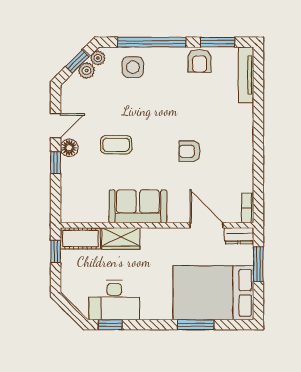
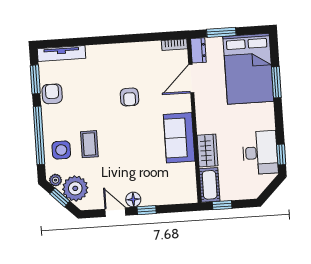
armchair: (199, 61) -> (52, 94), turned -90
plant: (87, 71) -> (75, 188), width x1.87, depth x1.87
coffee table: (116, 145) -> (89, 144), moved

